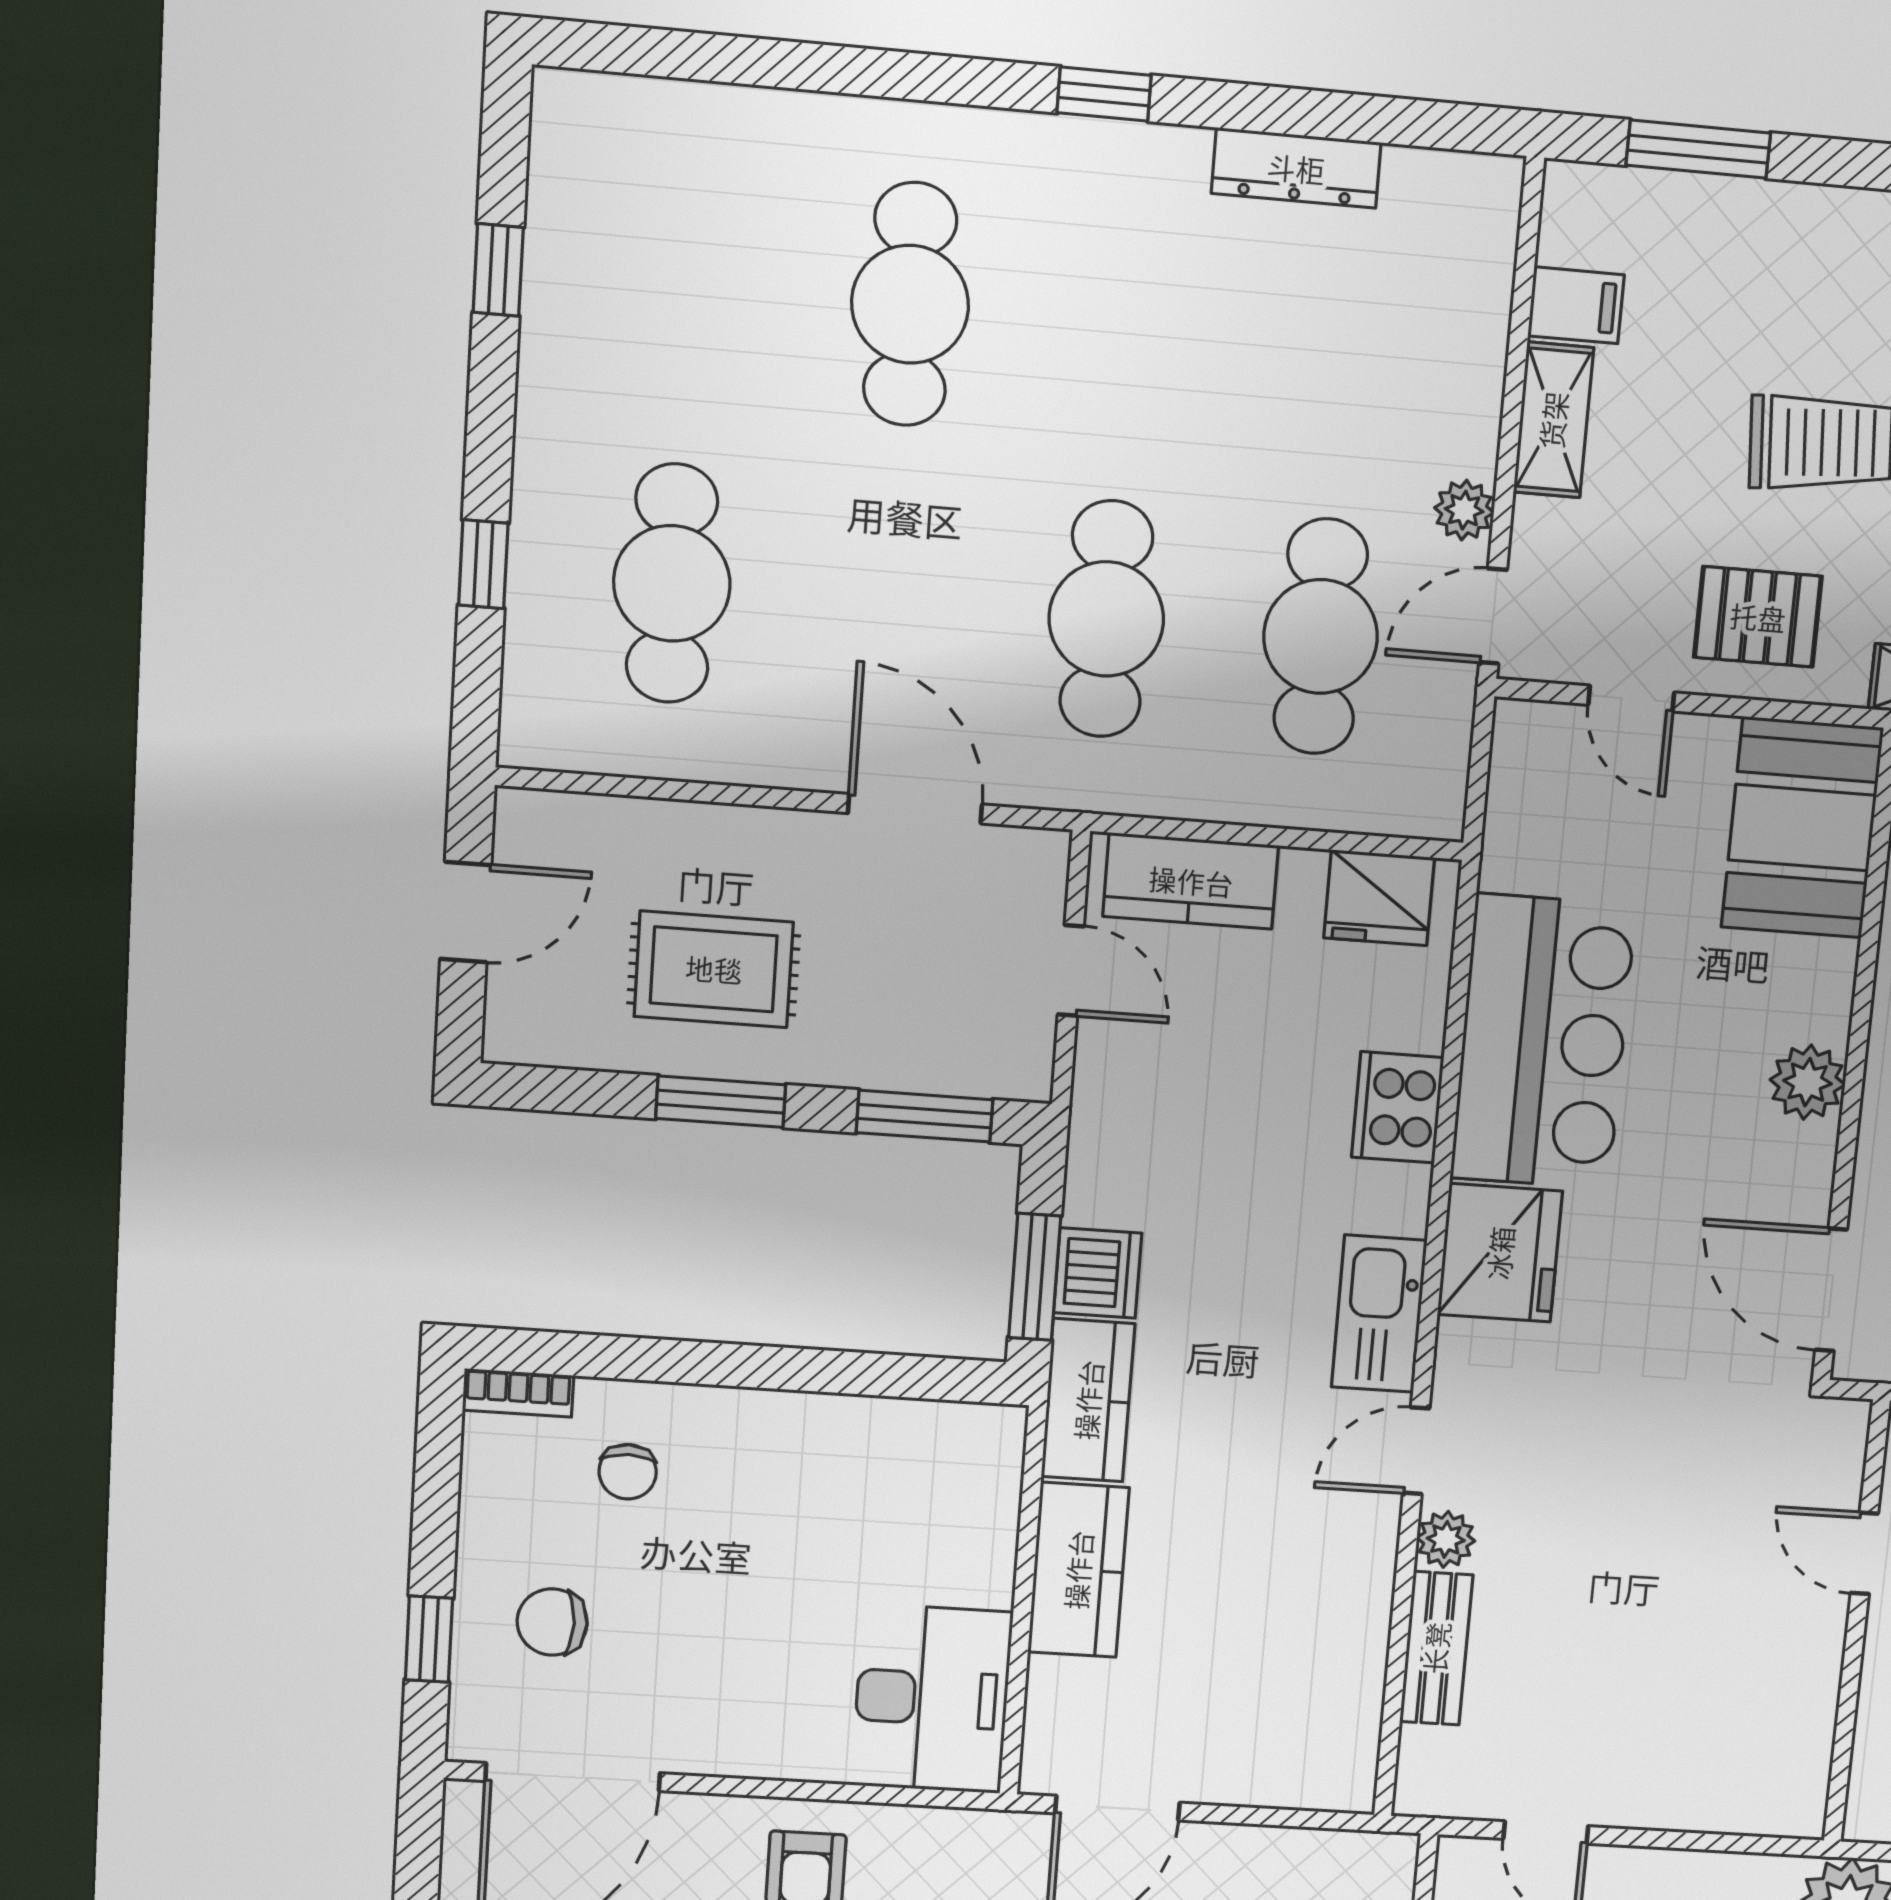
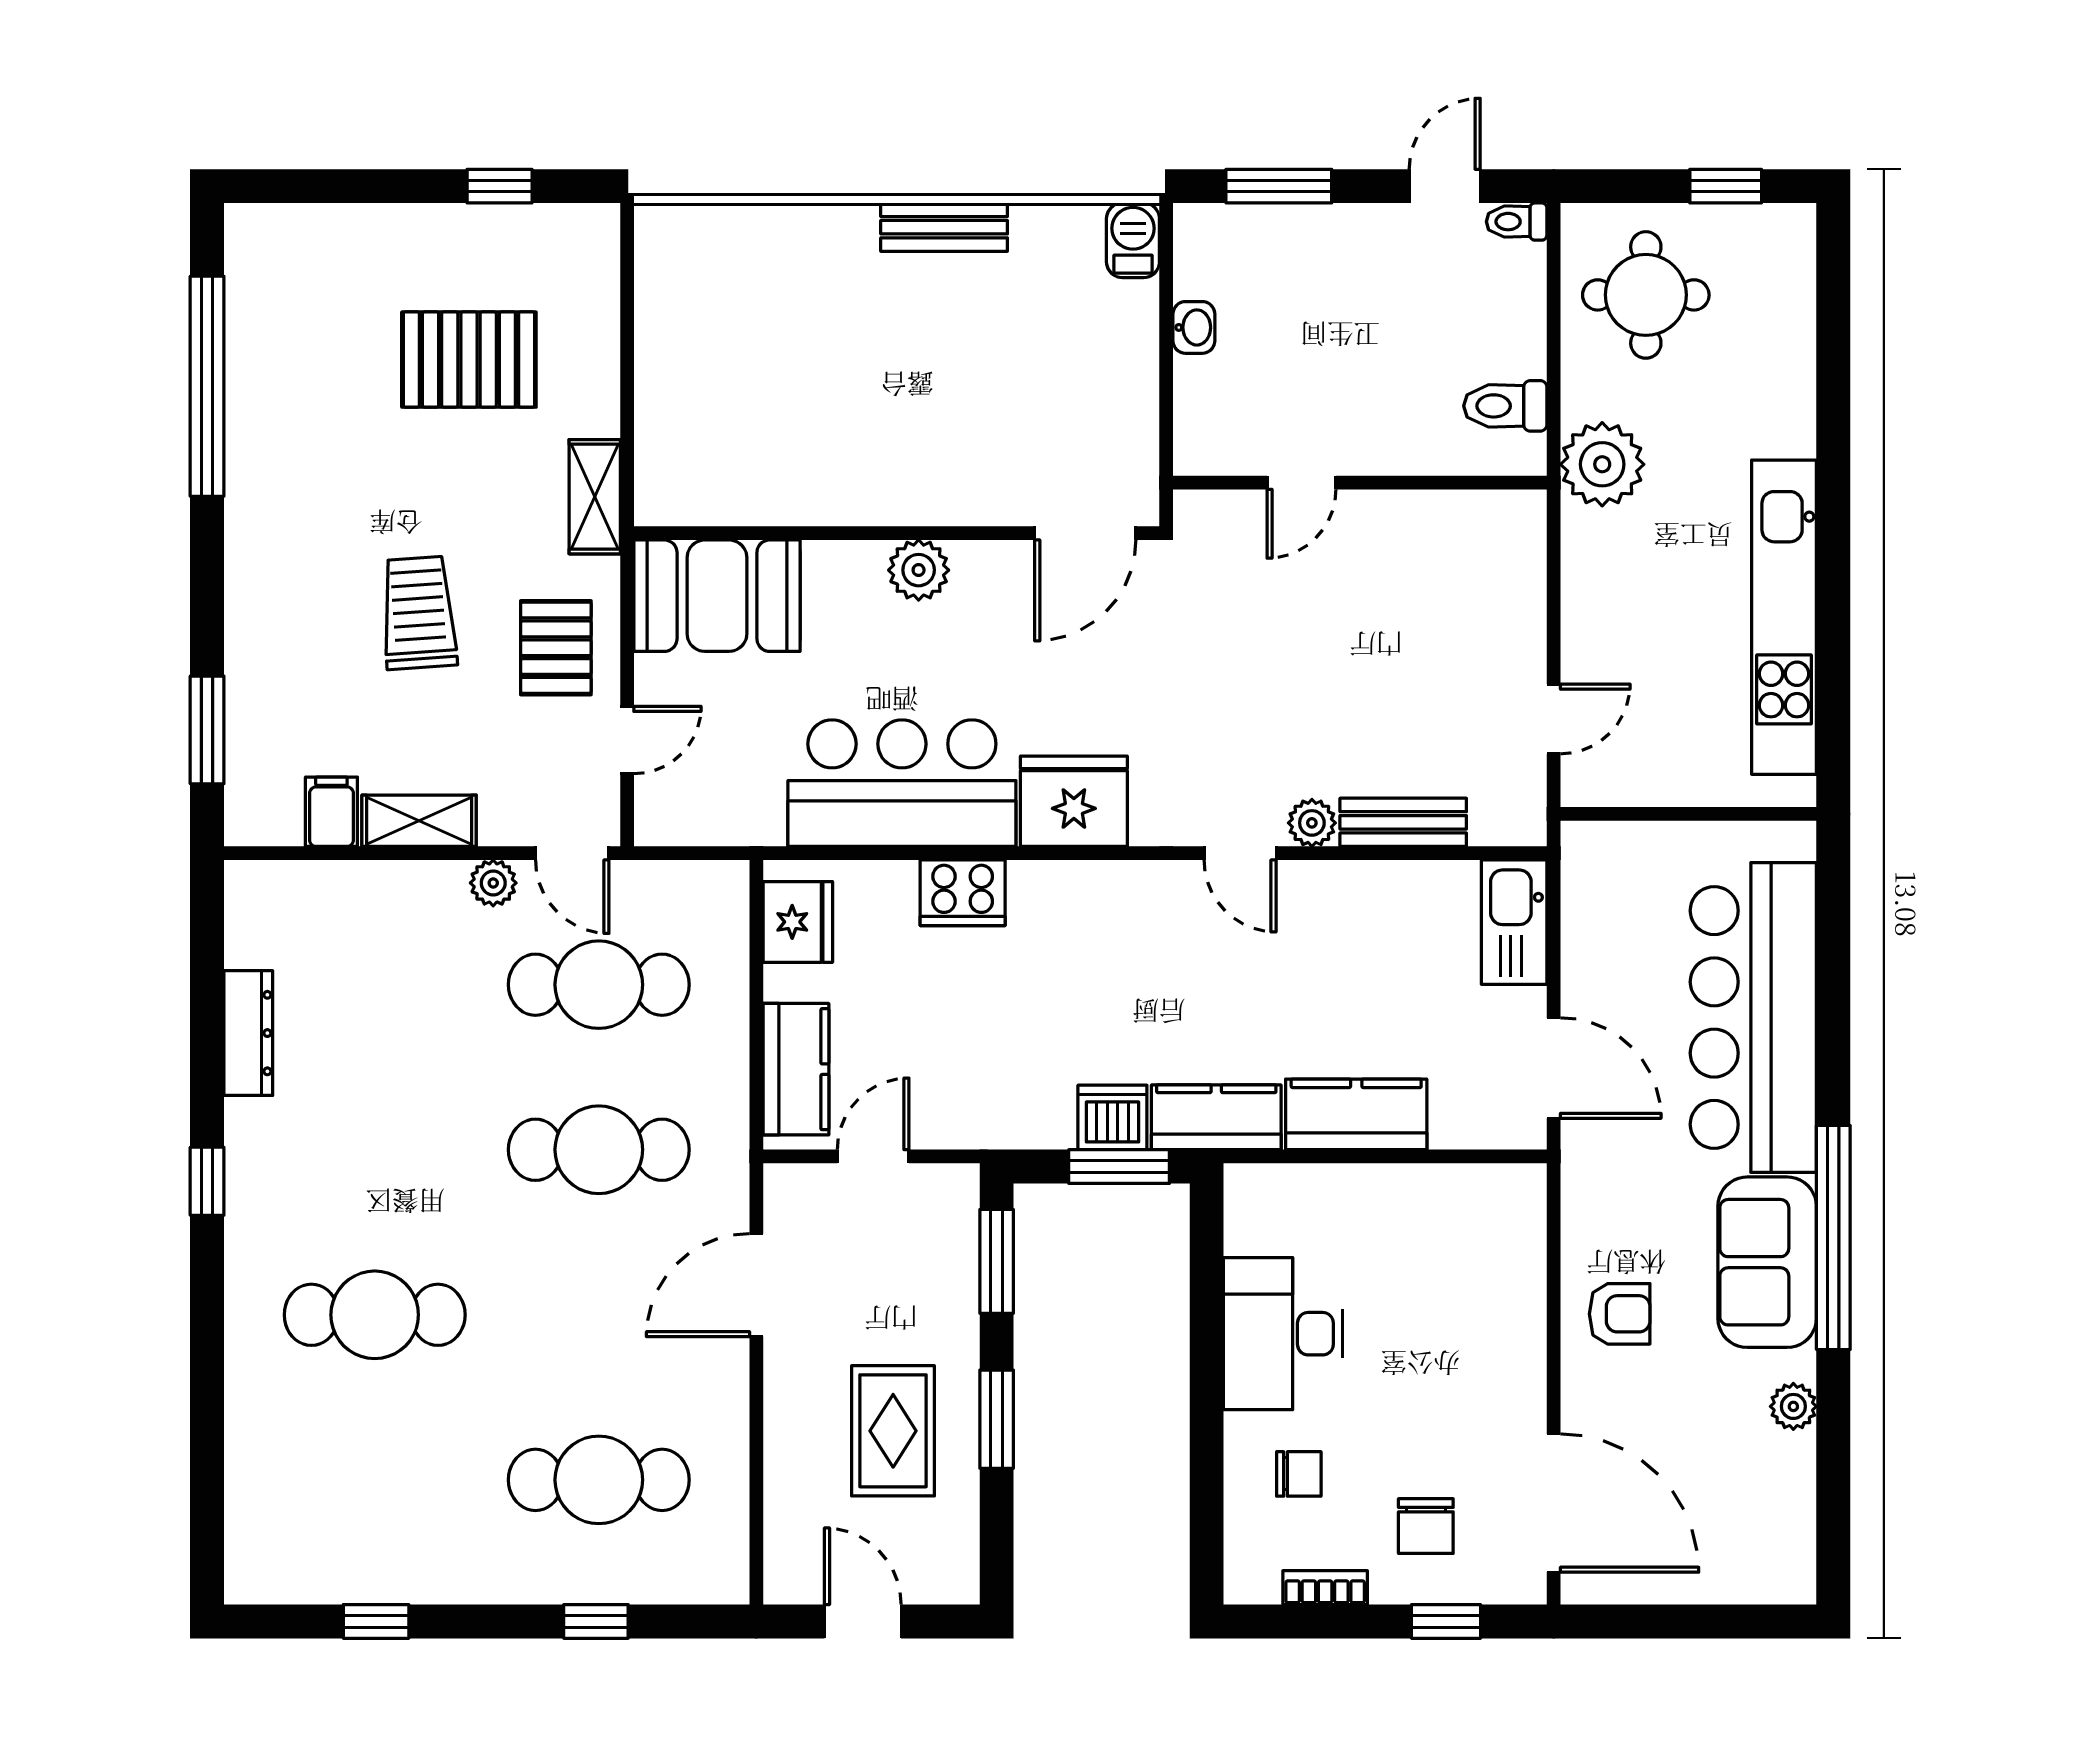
kitchen sink: (1379, 1314) -> (1514, 922), moved, turned 90
bookcase: (518, 1393) -> (1325, 1588), moved, turned -90
desk: (932, 1698) -> (1283, 1334), moved, turned -90

